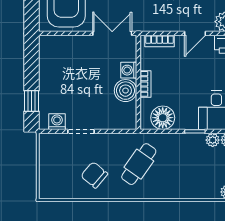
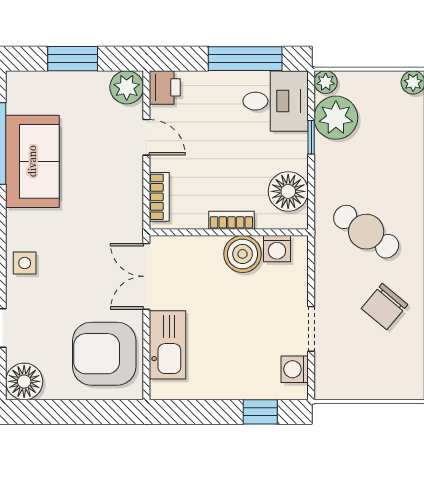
kitchen sink: (71, 46) -> (168, 345), added
washing machine: (129, 70) -> (277, 249), moved
plant: (213, 140) -> (336, 118), width x1.87, depth x1.87

